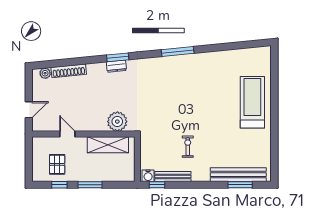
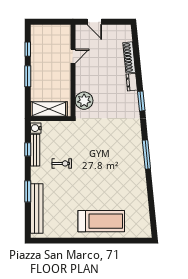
dresser: (116, 66) -> (132, 82), moved
plant: (45, 73) -> (127, 36), removed
shelving: (108, 145) -> (49, 109), moved, turned 90
pallet: (57, 164) -> (46, 47), removed
window: (157, 185) -> (28, 149), moved
window: (240, 185) -> (28, 191), moved

